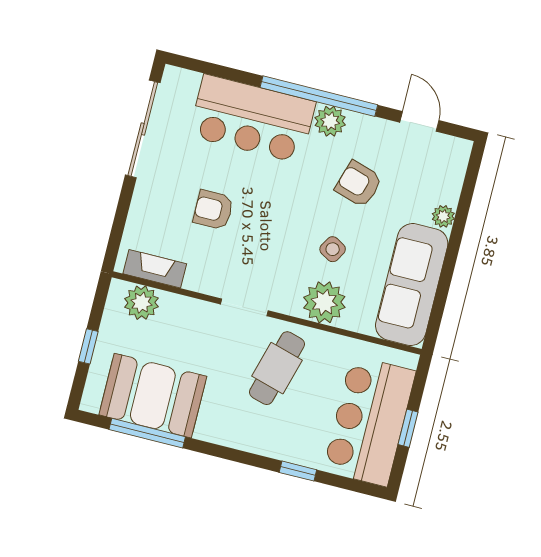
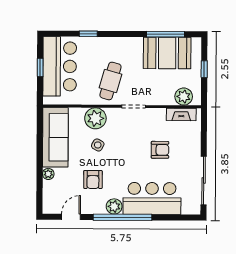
door: (419, 121) -> (71, 217), swing flipped
armchair: (359, 184) -> (93, 180), turned 73

